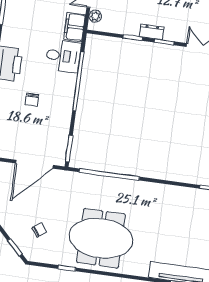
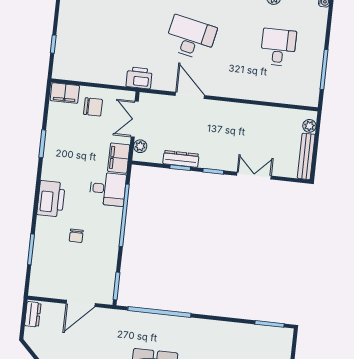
dresser: (152, 32) -> (181, 159), moved, width x1.44
door: (34, 164) -> (81, 303), width x0.73

